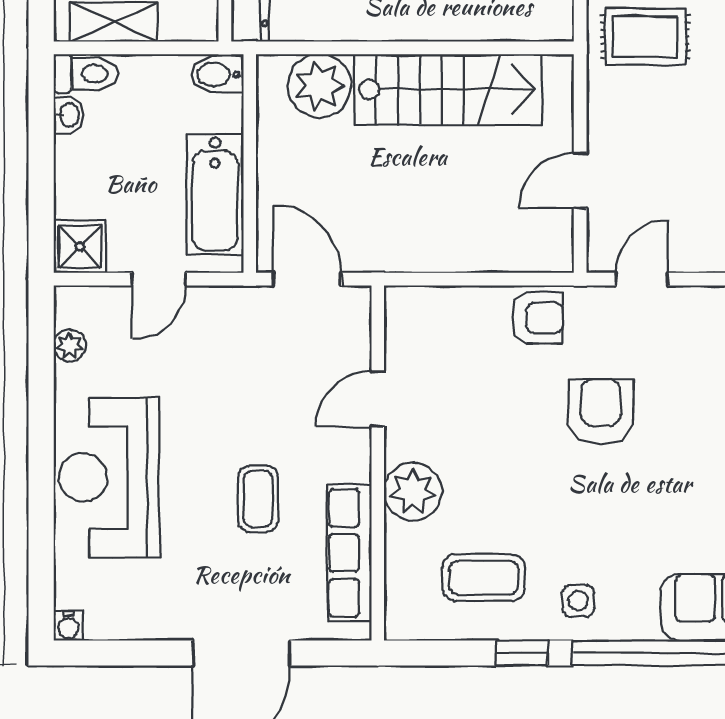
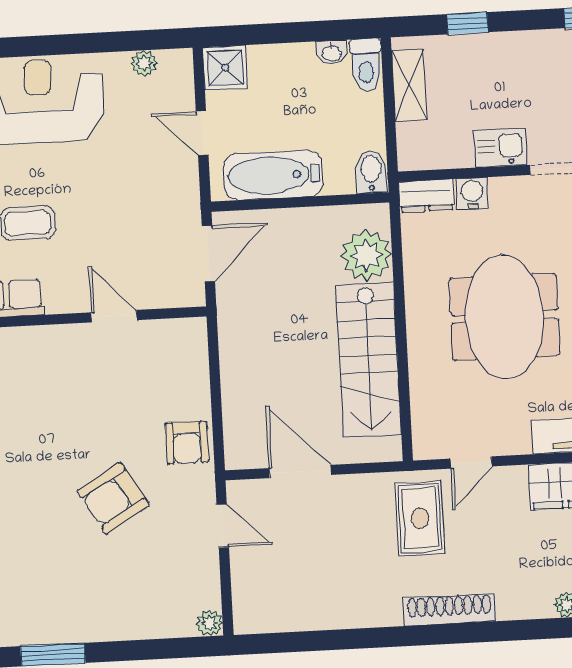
door: (580, 181) -> (300, 471), width x1.38
armchair: (601, 412) -> (113, 498), turned 149
plant: (413, 492) -> (40, 349), removed

